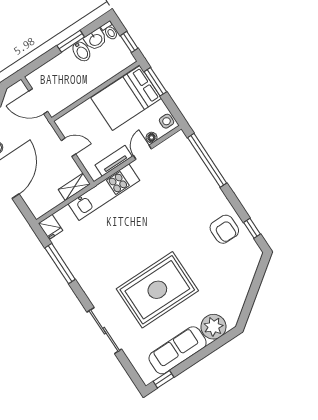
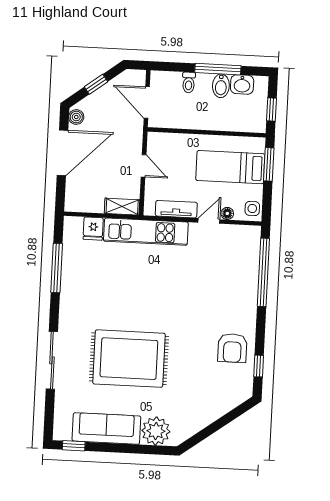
toilet: (110, 31) -> (189, 82), moved
window: (71, 41) -> (218, 69), width x1.44
bed: (126, 98) -> (230, 167), width x0.67
fridge: (51, 227) -> (93, 229), moved

